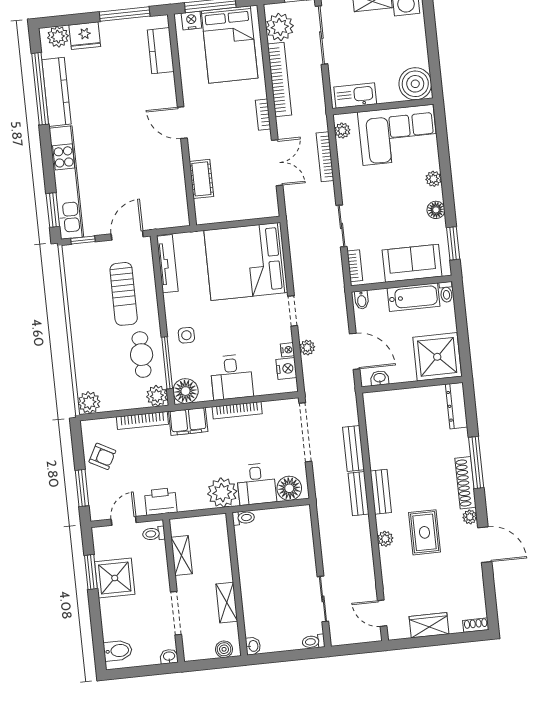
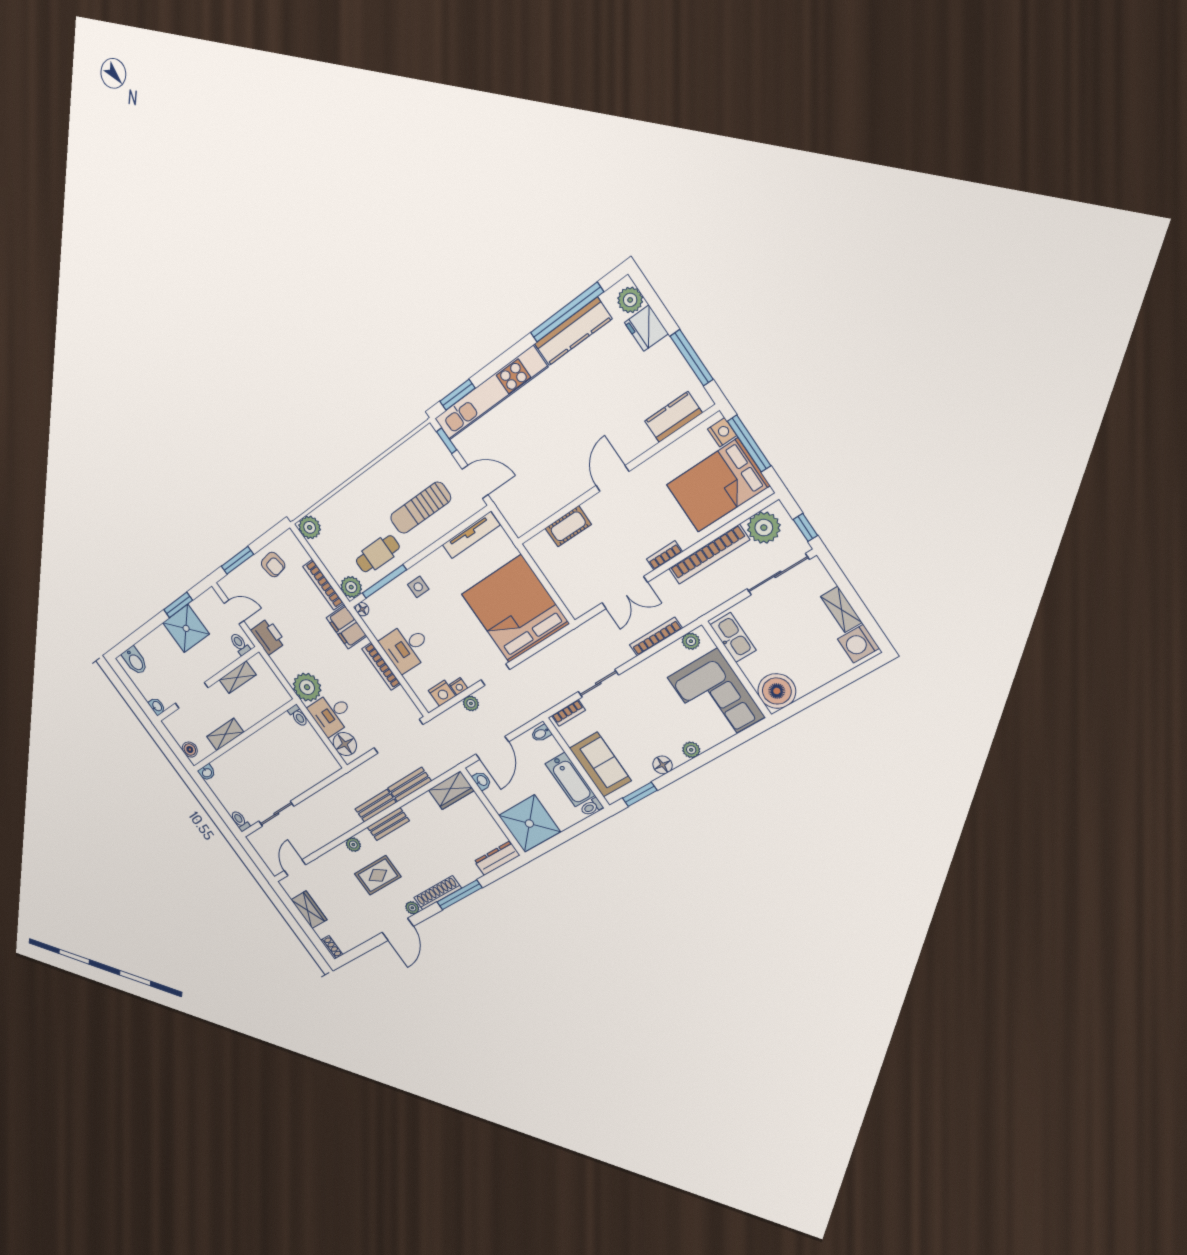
floor lamp: (186, 391) -> (362, 609), width x0.53, depth x0.53
wardrobe: (376, 412) -> (451, 790), added
armchair: (102, 456) -> (273, 565), turned -37

